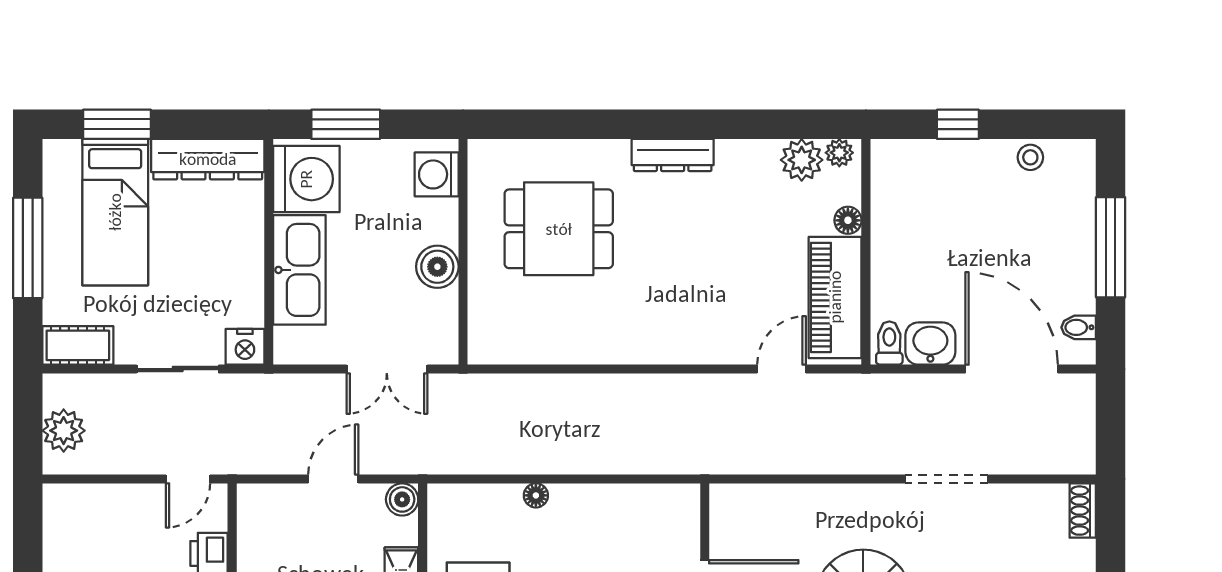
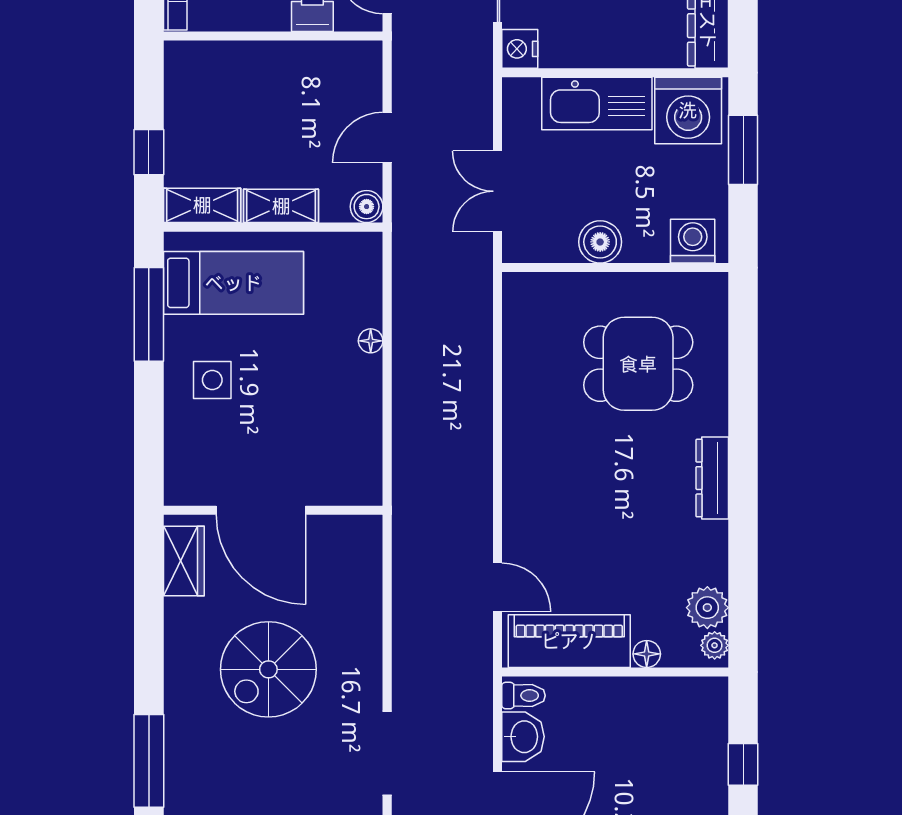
dining table: (559, 229) -> (638, 364), turned 90
door: (333, 479) -> (387, 137), swing flipped

